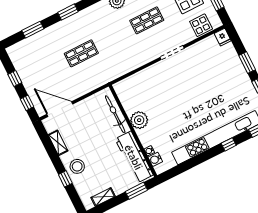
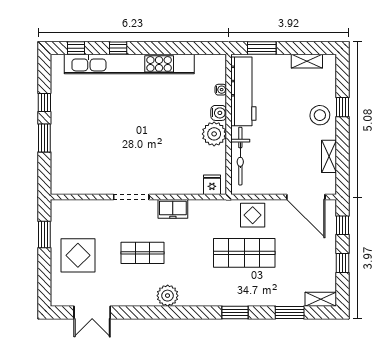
display table: (201, 25) -> (253, 215), moved
fridge: (223, 37) -> (212, 185), moved
shelving: (17, 48) -> (321, 299), added
shop shelf: (81, 53) -> (244, 253), width x1.43, depth x1.36
freezer: (141, 59) -> (173, 209), added
water cooler: (155, 159) -> (219, 113), moved

